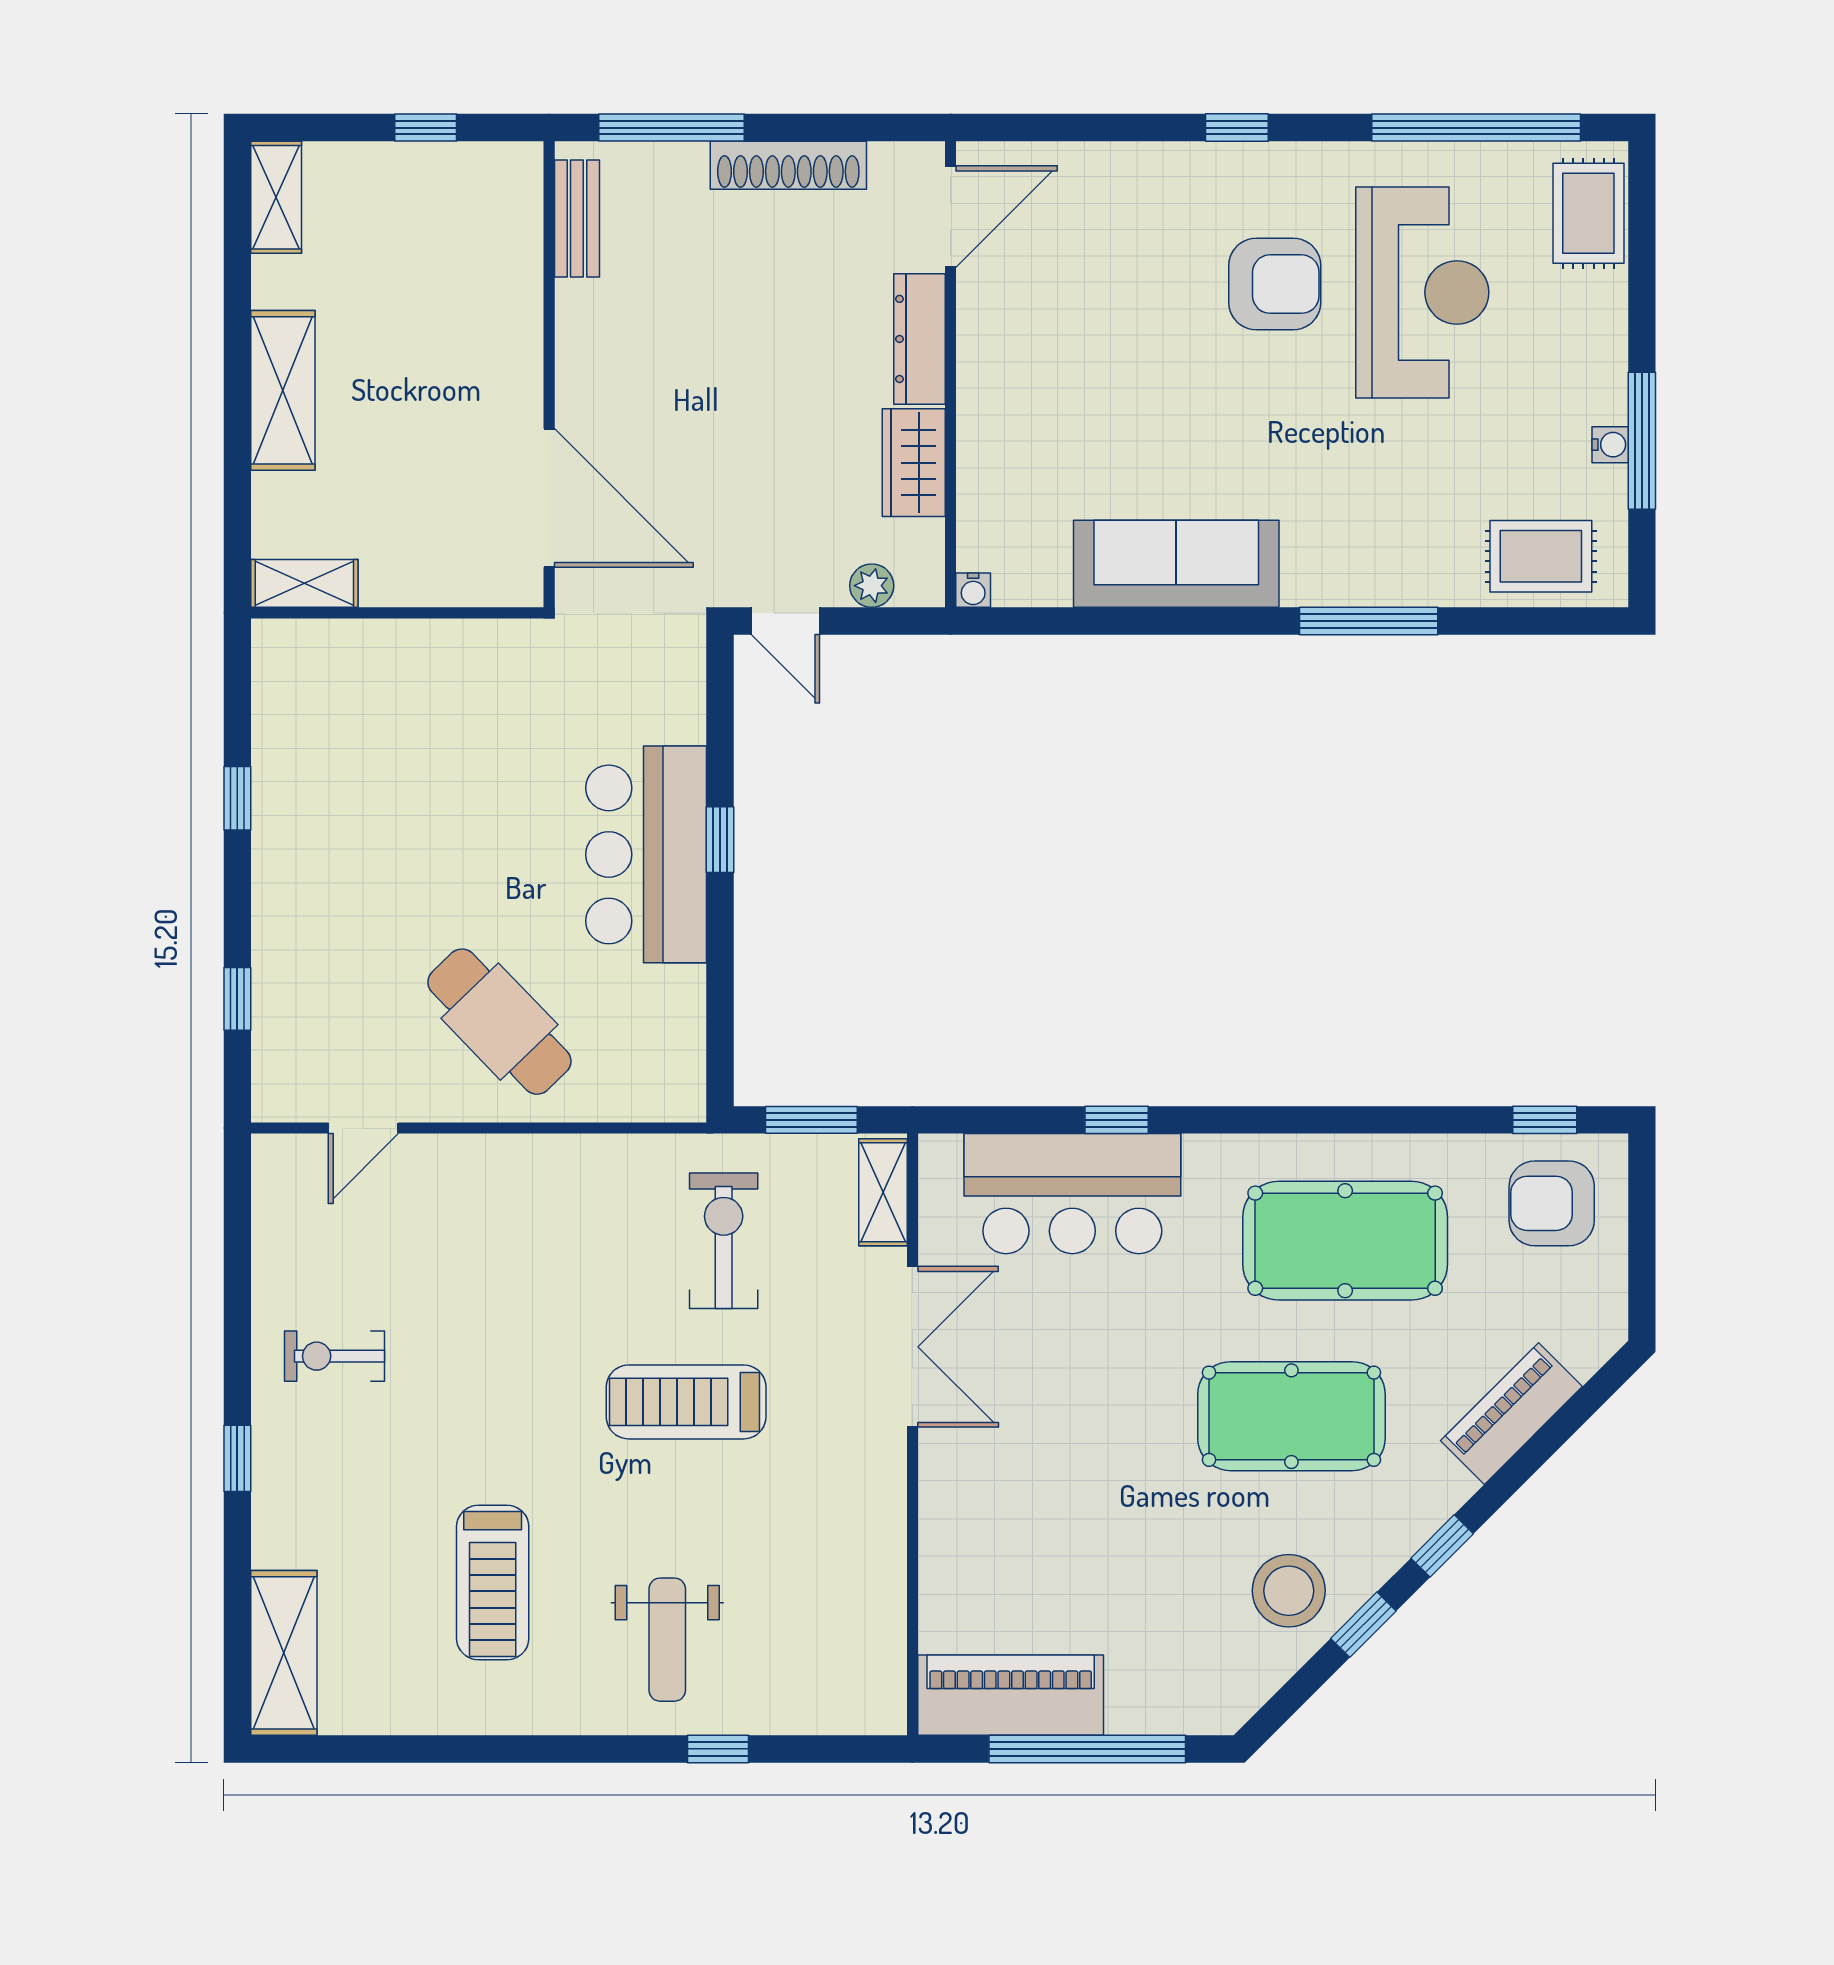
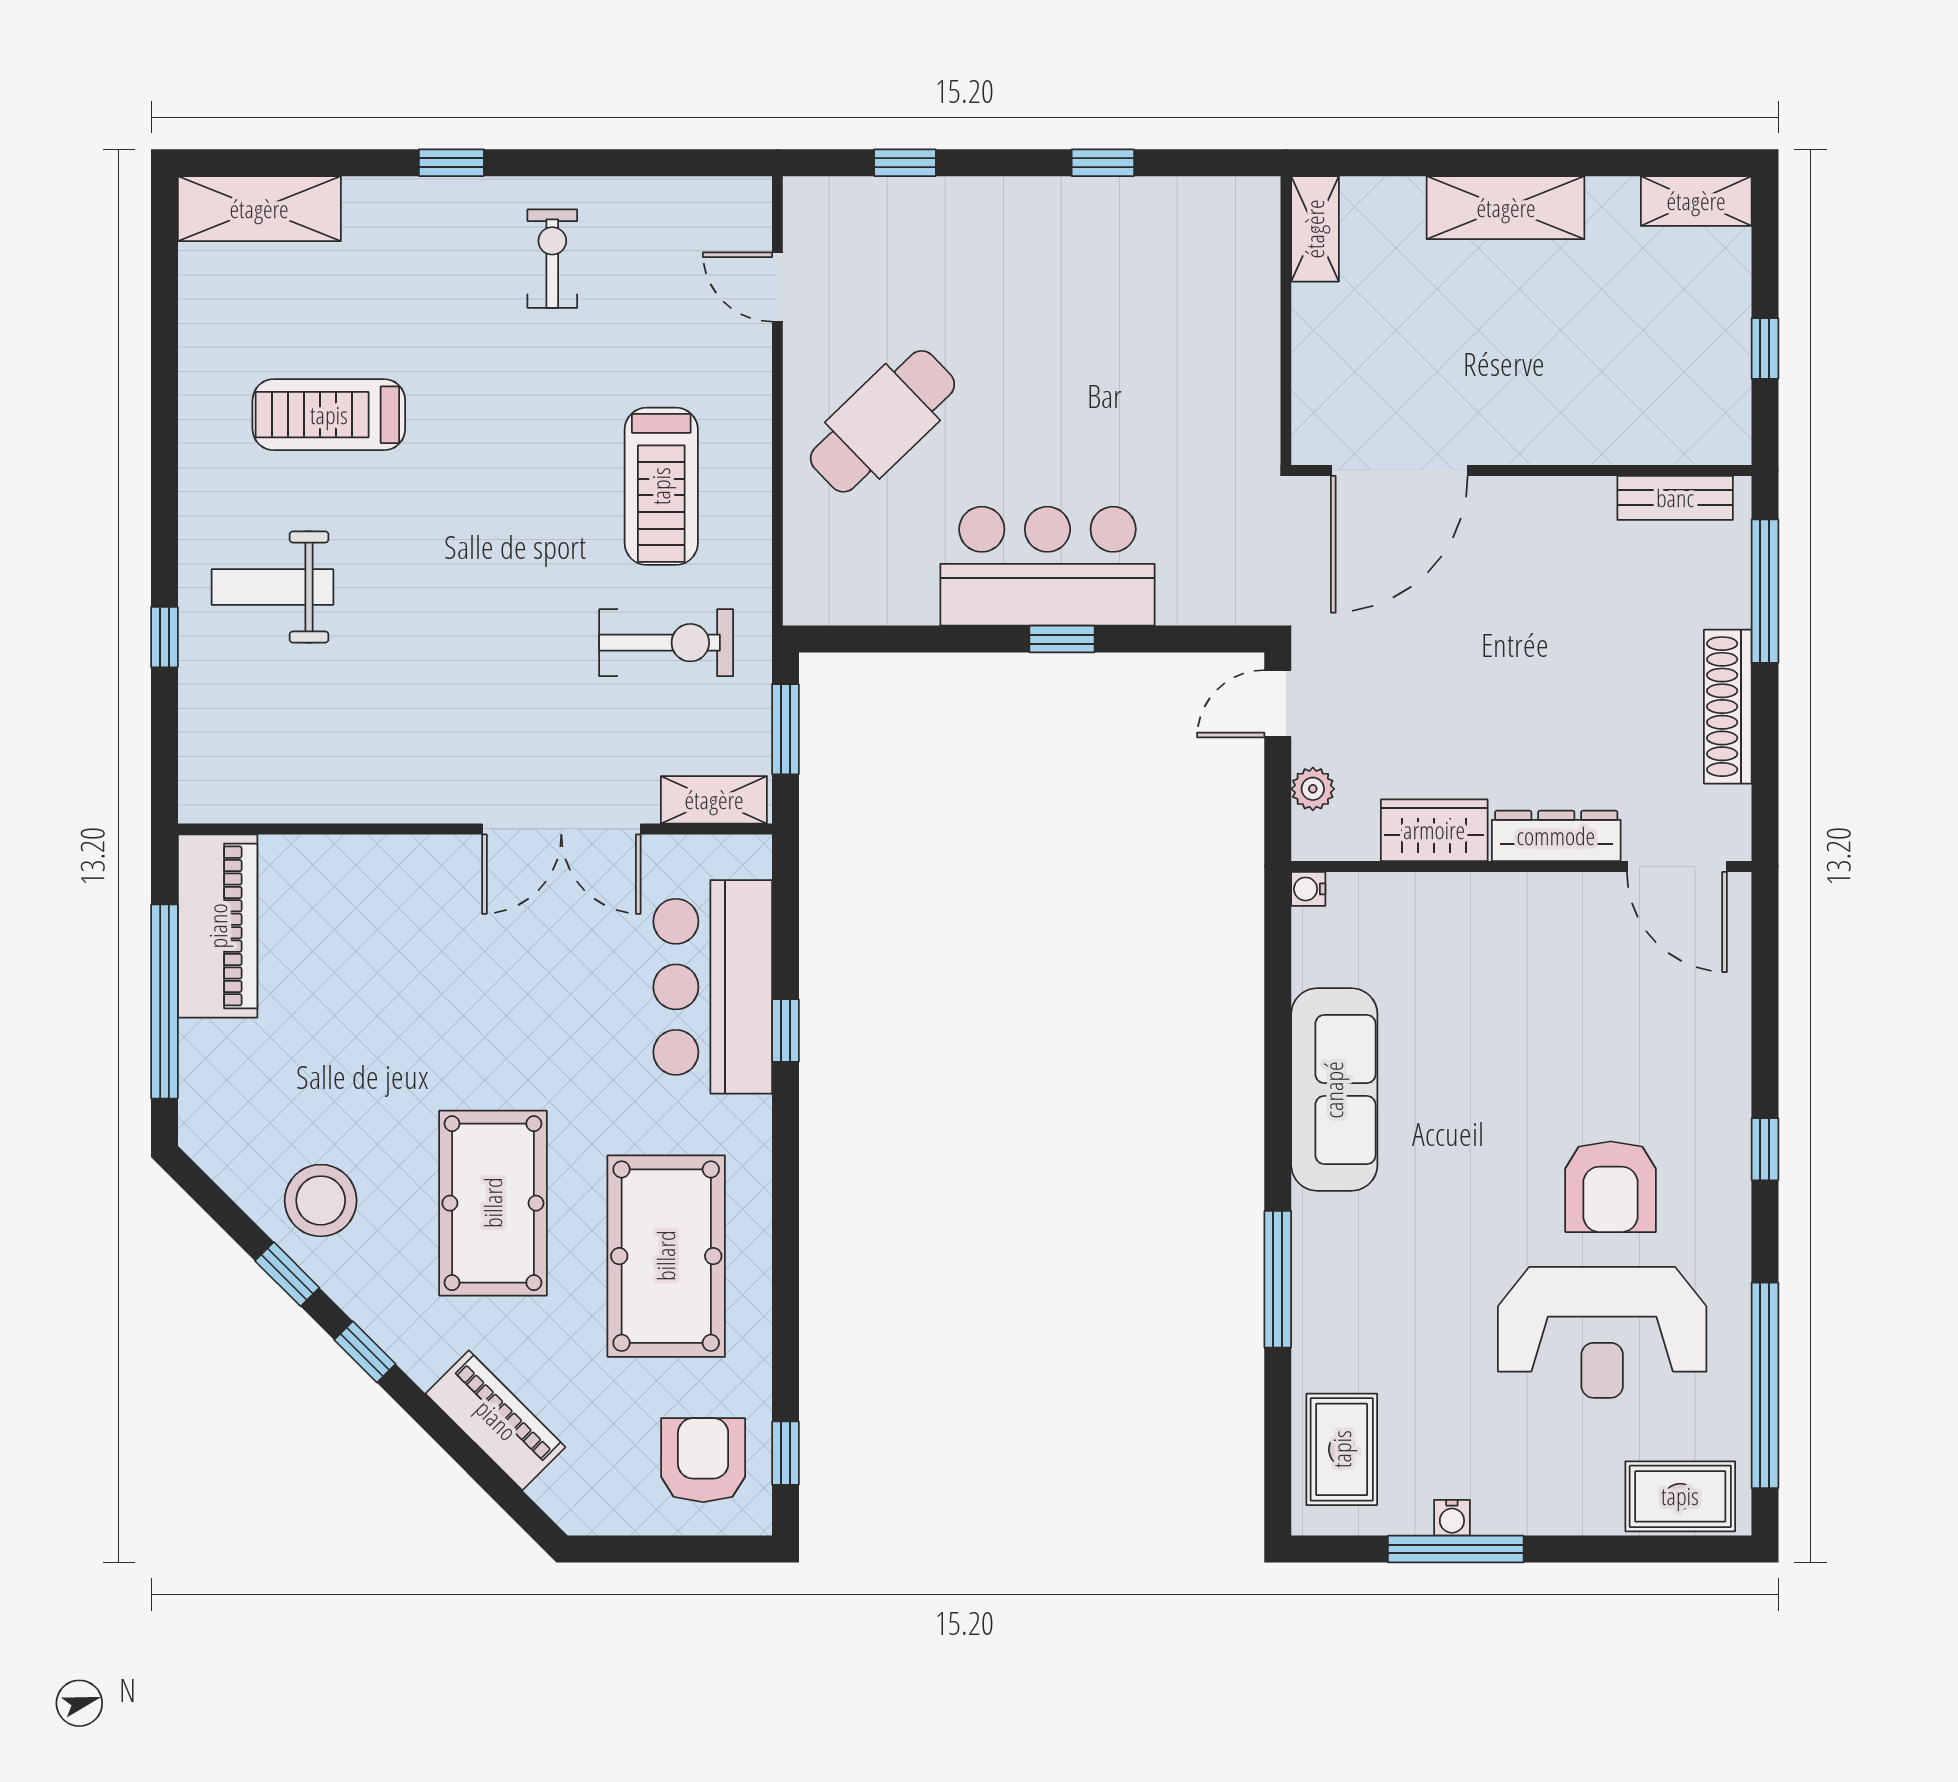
treadmill: (686, 1402) -> (661, 486), moved, turned 180

